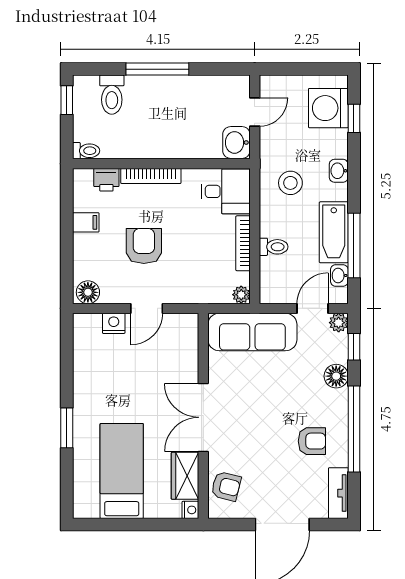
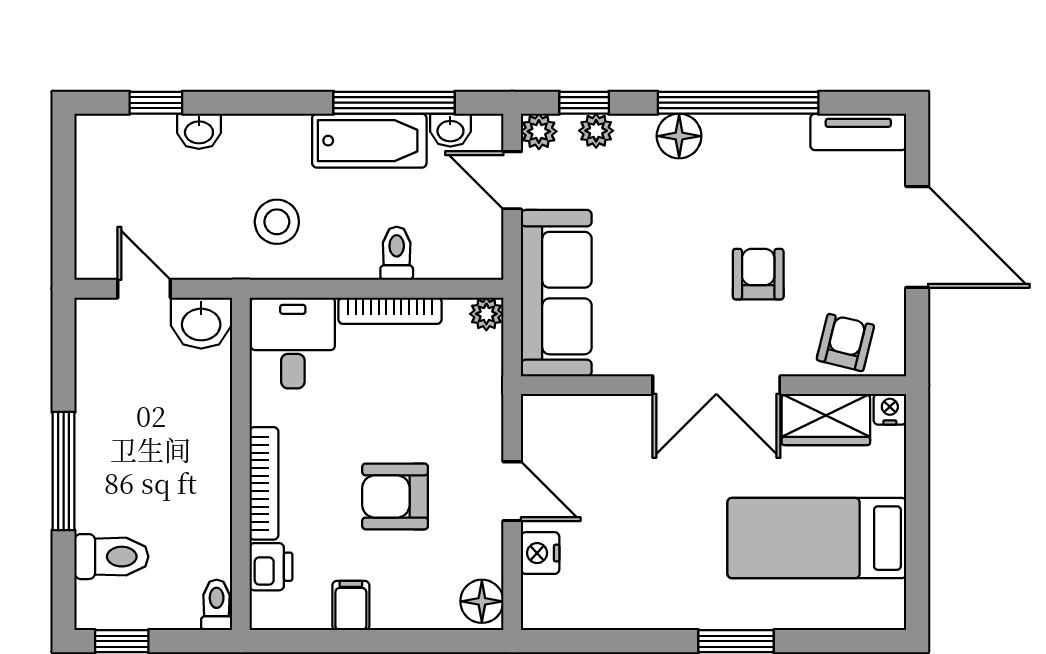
washing machine: (328, 108) -> (137, 151), removed
washbasin: (339, 171) -> (199, 131), moved
plant: (339, 353) -> (596, 131), added
floor lamp: (336, 376) -> (679, 136), moved
armchair: (312, 441) -> (758, 274), moved

